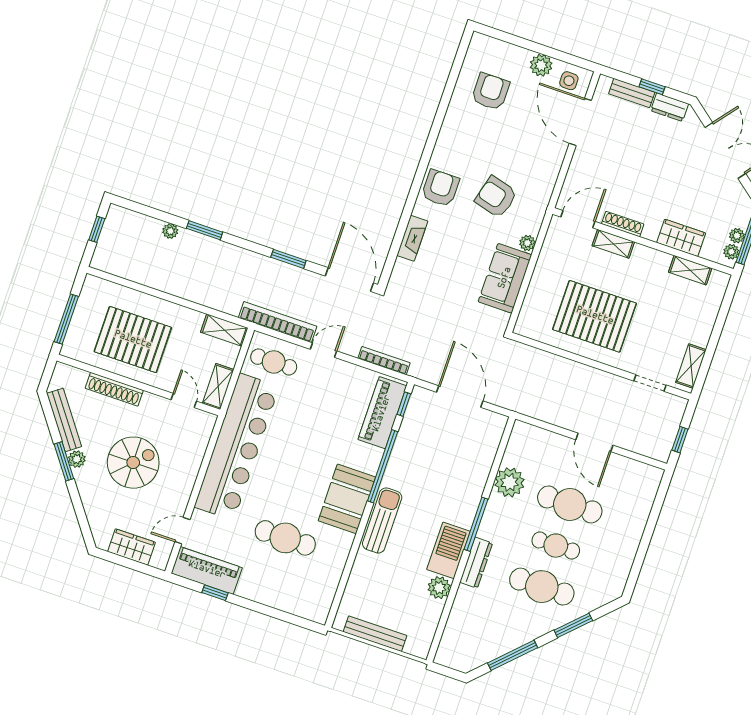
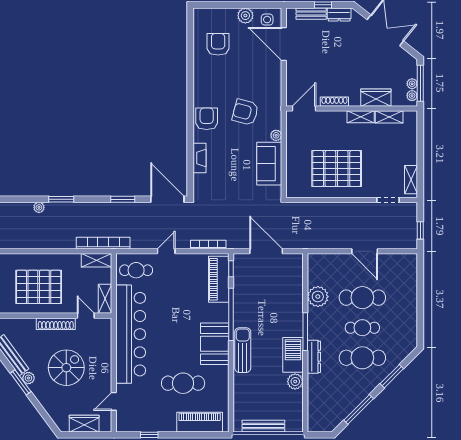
shelving: (613, 244) -> (361, 117), moved
bookcase: (278, 322) -> (103, 243), moved
shoe rack: (114, 389) -> (56, 324), moved
piano: (207, 570) -> (200, 422), moved

